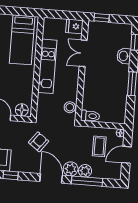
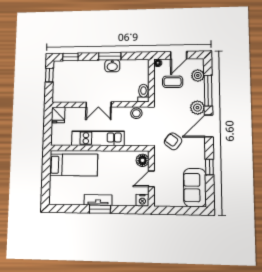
window: (102, 18) -> (49, 75), moved
double door: (83, 53) -> (99, 105), moved
washbasin: (124, 56) -> (112, 66), moved
door: (126, 155) -> (179, 55), hinge flipped
plant: (85, 171) -> (198, 75), moved

